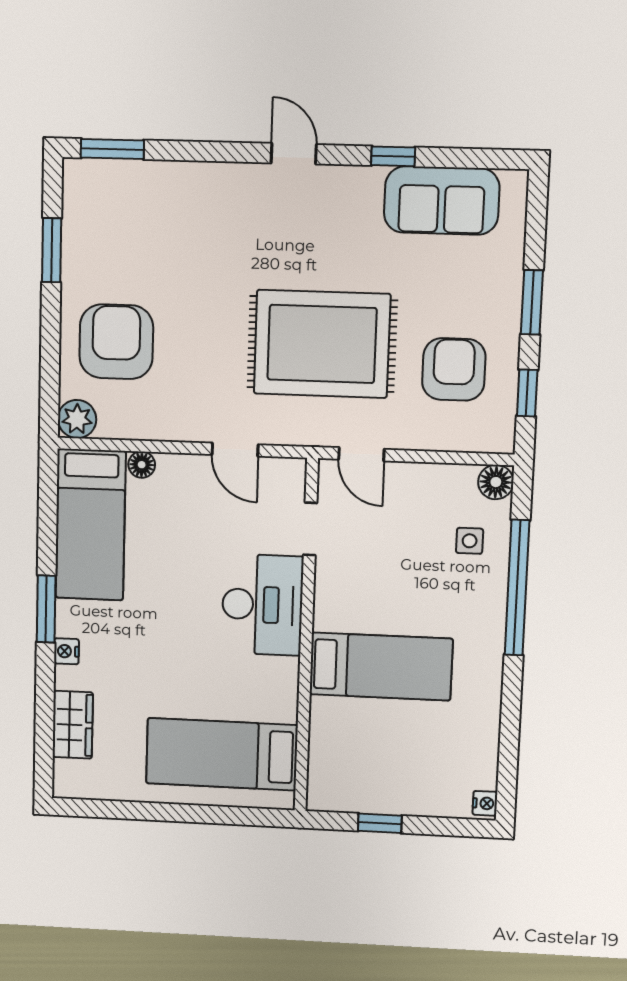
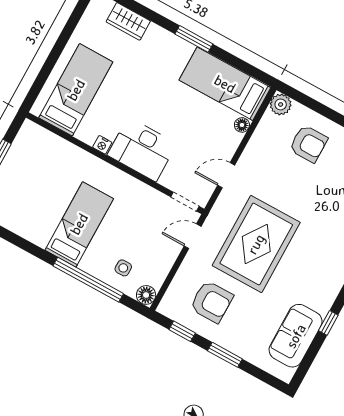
armchair: (116, 342) -> (308, 144), width x0.73, depth x0.73
doorway: (310, 529) -> (185, 202), moved
nightstand: (66, 651) -> (102, 145), moved, turned 180
bed: (381, 667) -> (79, 224), moved, turned 180

